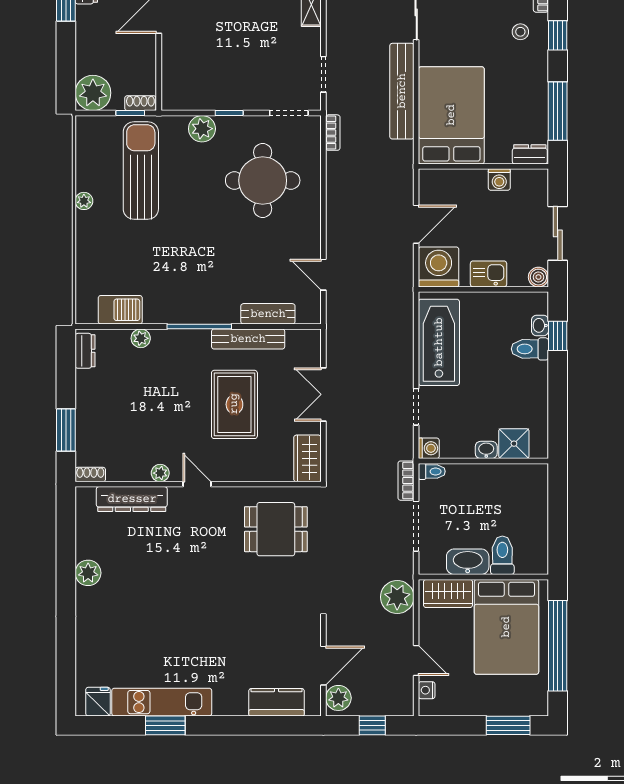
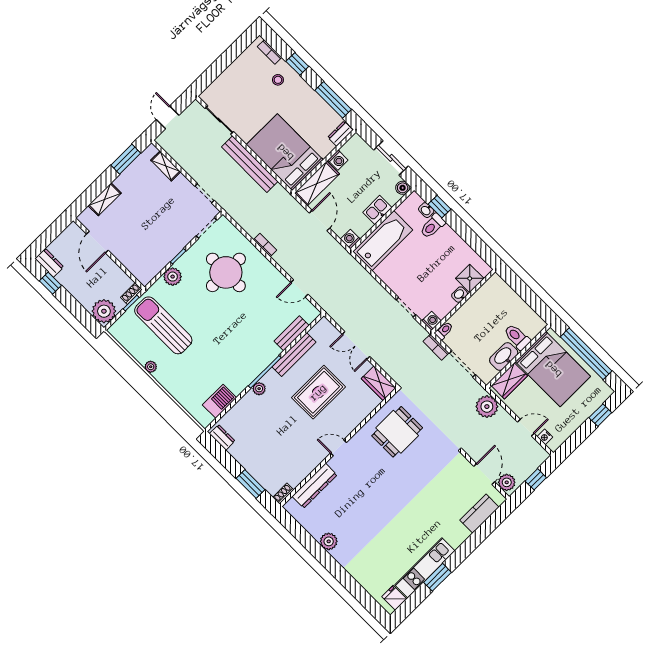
bookcase: (333, 133) -> (265, 245), moved
shelving: (453, 182) -> (317, 183), added
washing machine: (439, 267) -> (350, 239), width x0.53, depth x0.53
plant: (141, 338) -> (259, 389), moved
bathtub: (439, 342) -> (383, 241), moved, turned 90
rug: (234, 404) -> (318, 392), turned 90
plant: (160, 473) -> (316, 460), removed
window: (508, 725) -> (600, 415), width x0.67

